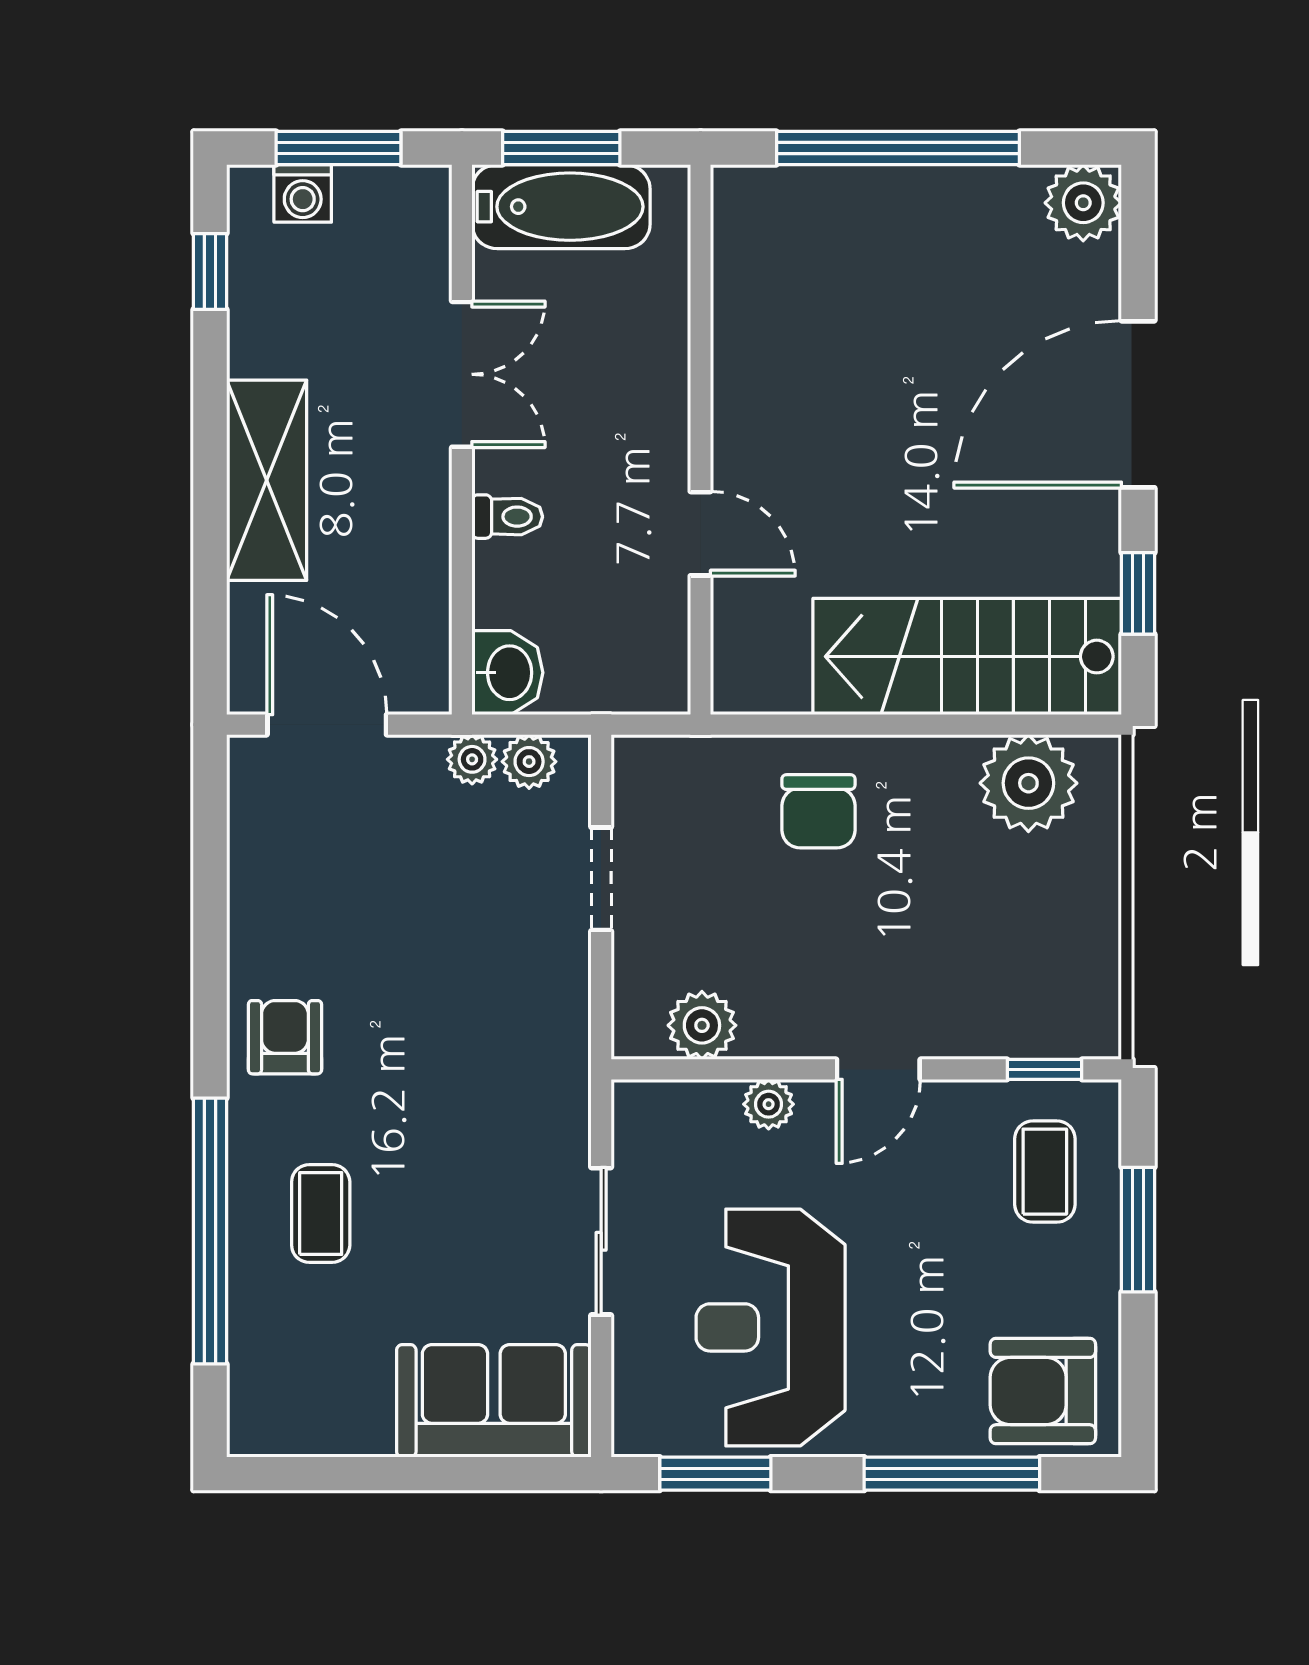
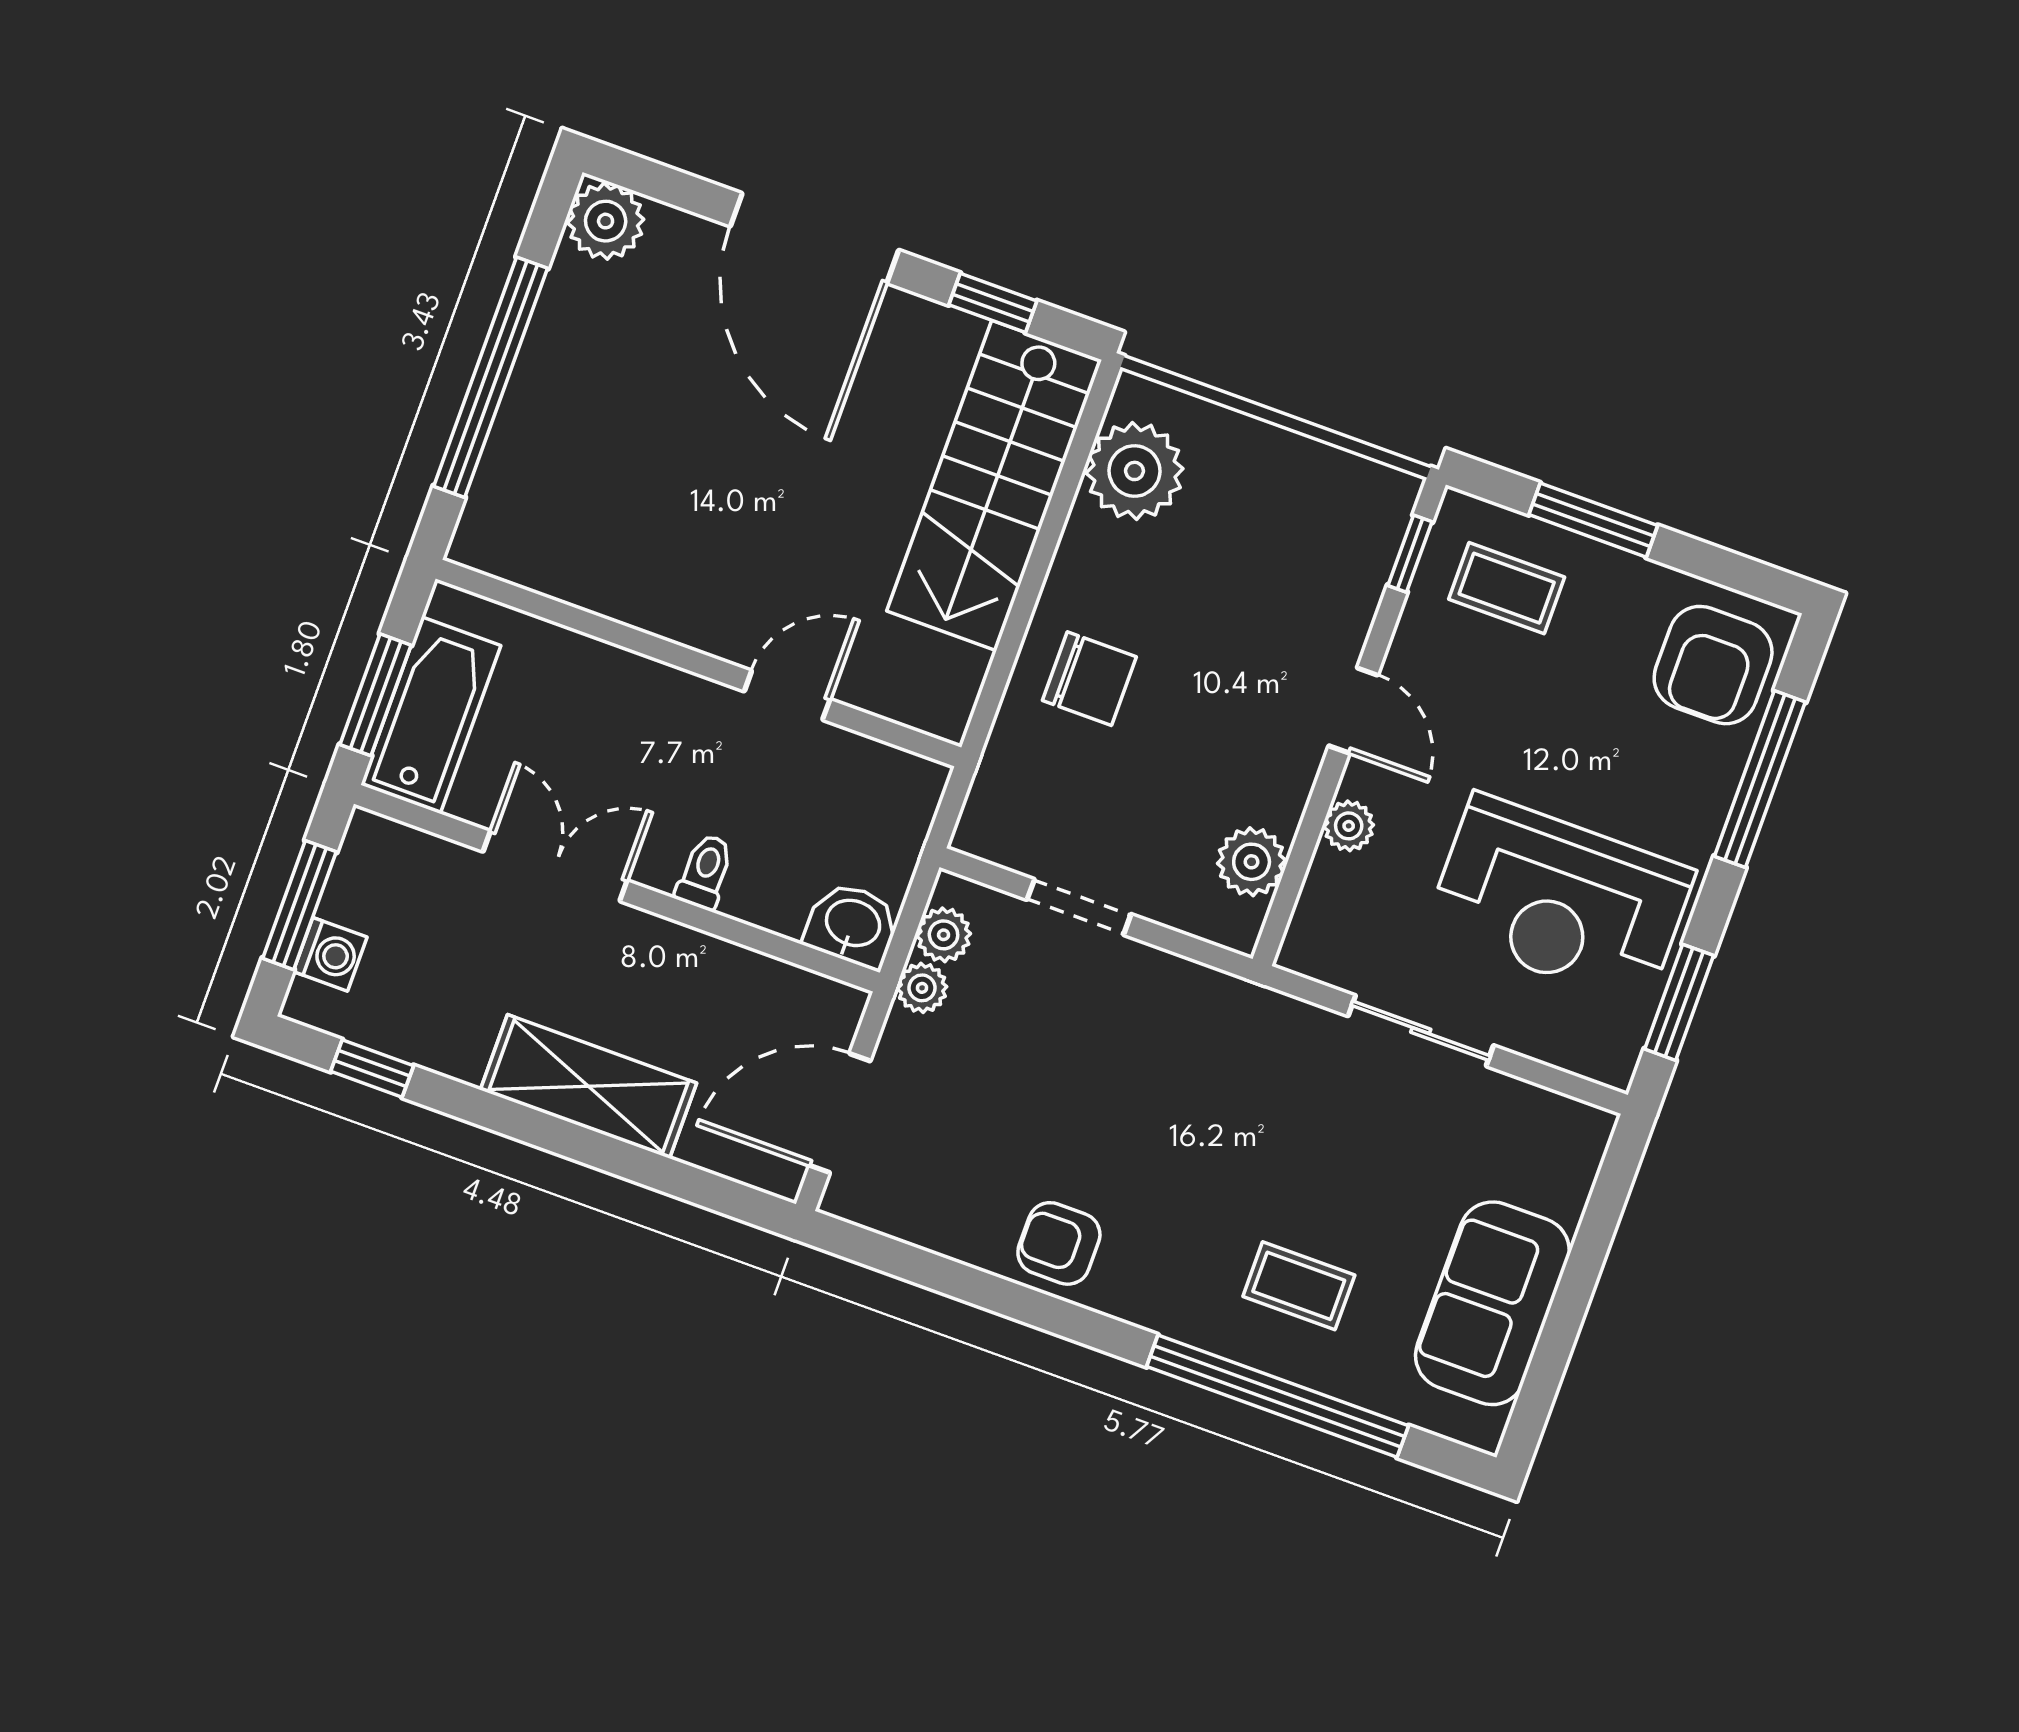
armchair: (285, 1037) -> (1059, 1243), moved
sofa: (494, 1401) -> (1492, 1303), moved

